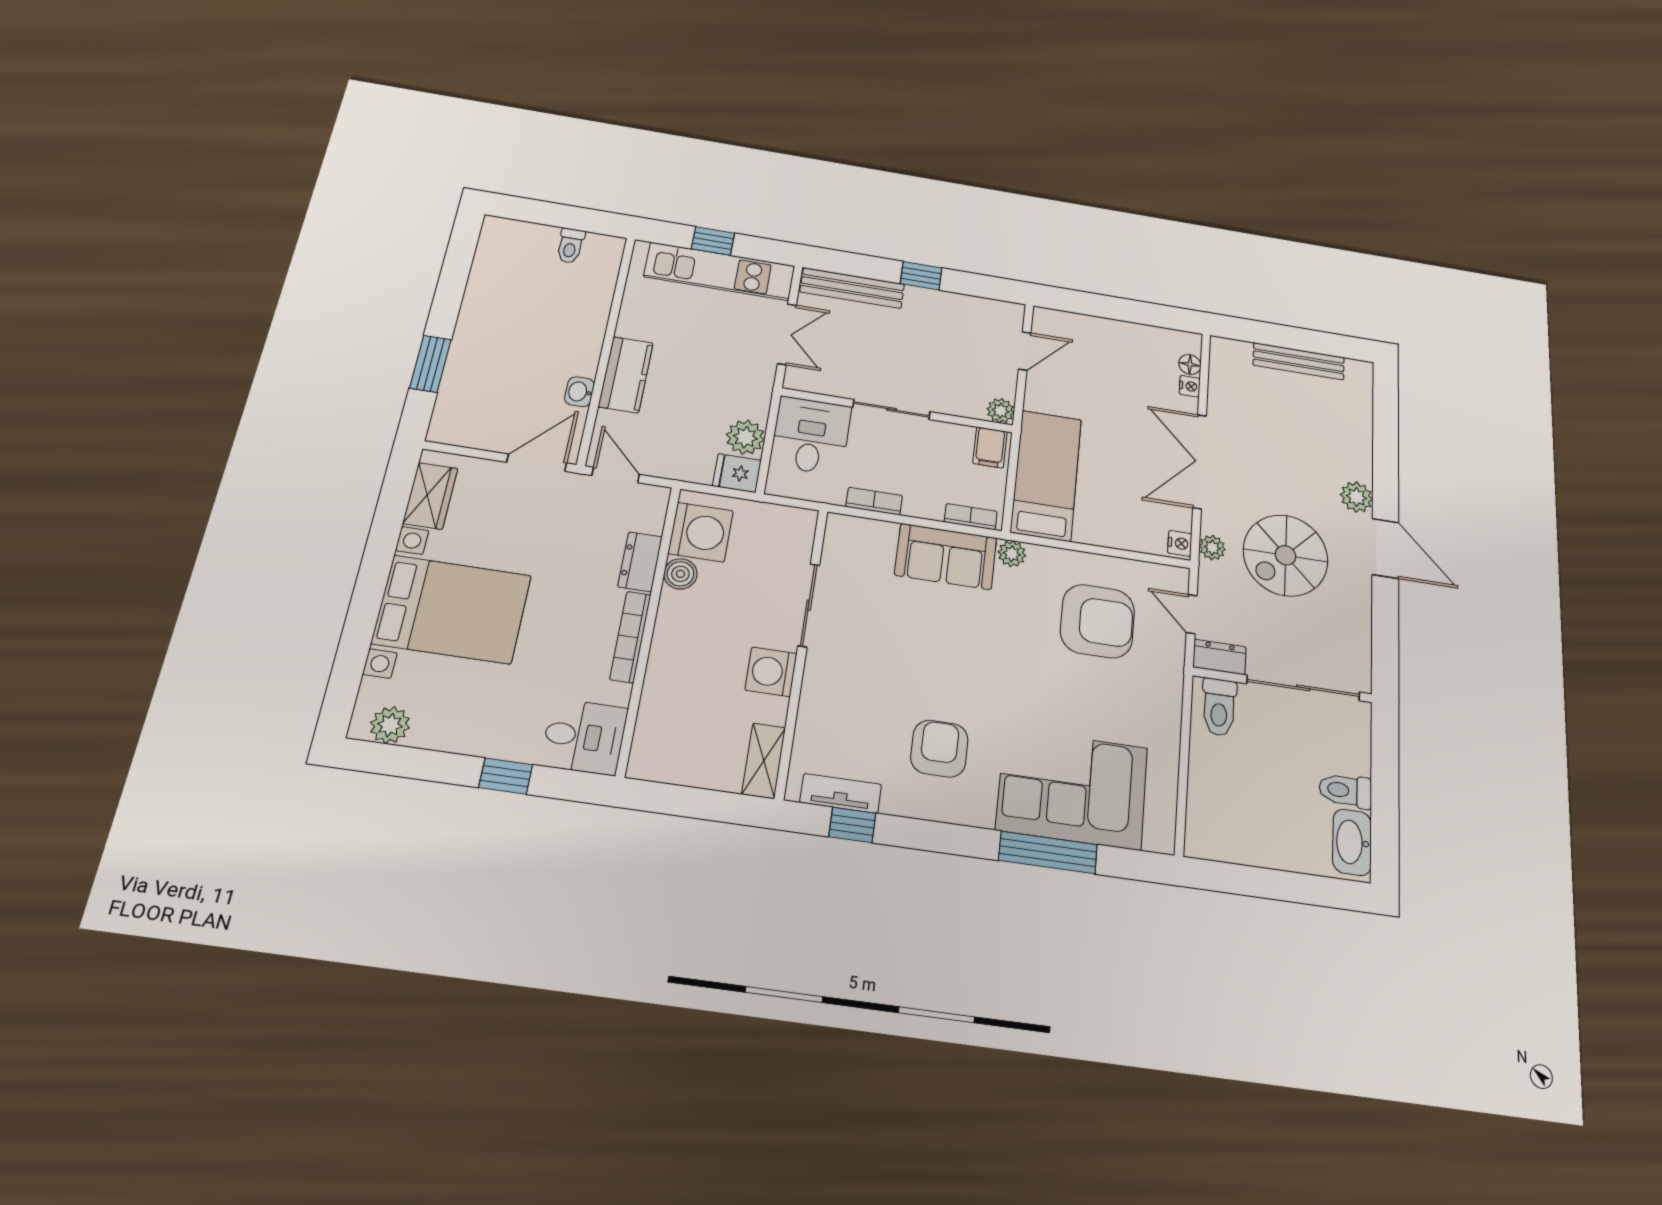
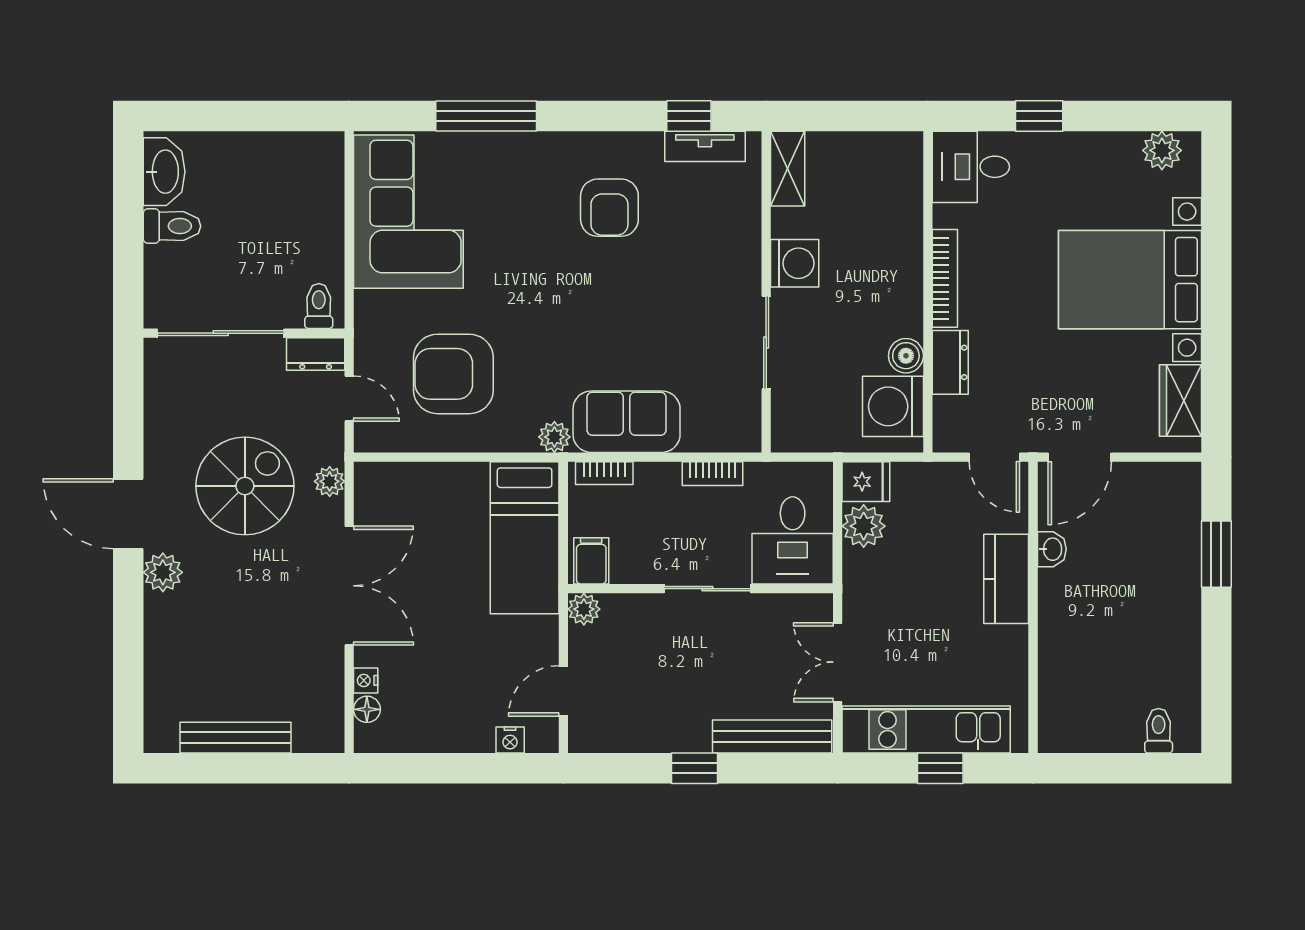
toilet: (570, 246) -> (1159, 731), moved
nightstand: (1180, 543) -> (510, 740), moved, turned -90
toilet: (1219, 707) -> (319, 306), width x0.73, depth x0.72
corner sofa: (1072, 789) -> (408, 212), moved, turned -90

